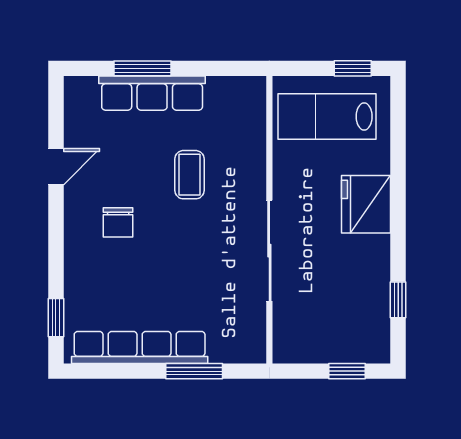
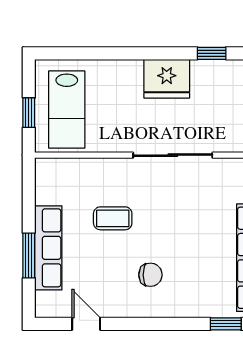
window: (353, 68) -> (29, 113), moved
door: (56, 167) -> (86, 324), moved
fridge: (366, 204) -> (167, 79), moved

